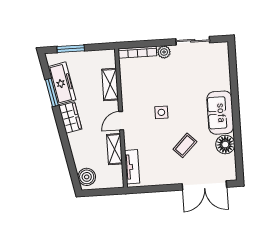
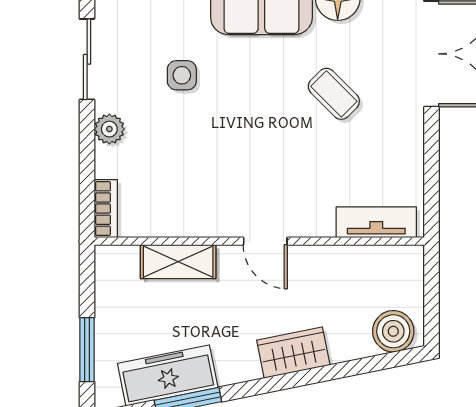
bookcase: (137, 52) -> (106, 209), width x0.64
side table: (161, 112) -> (182, 75), moved
wardrobe: (70, 117) -> (293, 353), moved
shelving: (115, 149) -> (332, 261), removed

